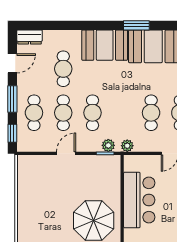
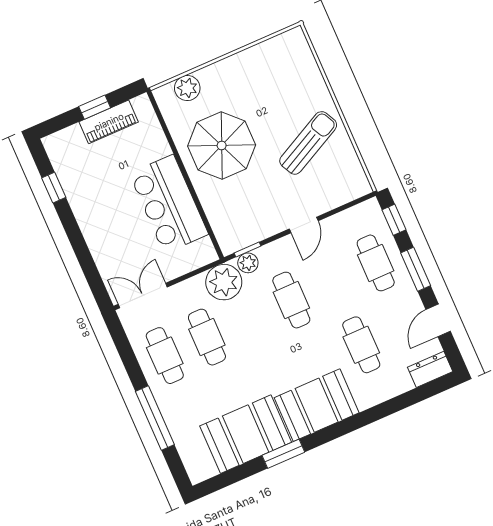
cafe table: (63, 113) -> (333, 281), removed
plant: (127, 146) -> (224, 282), width x1.87, depth x1.87
sun lounger: (43, 200) -> (308, 143), added

